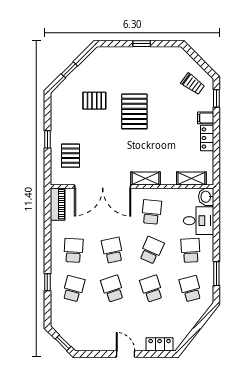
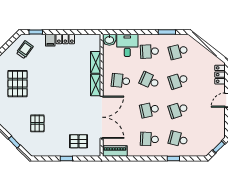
pallet: (134, 111) -> (18, 84), moved, turned 90
shelving: (191, 178) -> (96, 62), moved

